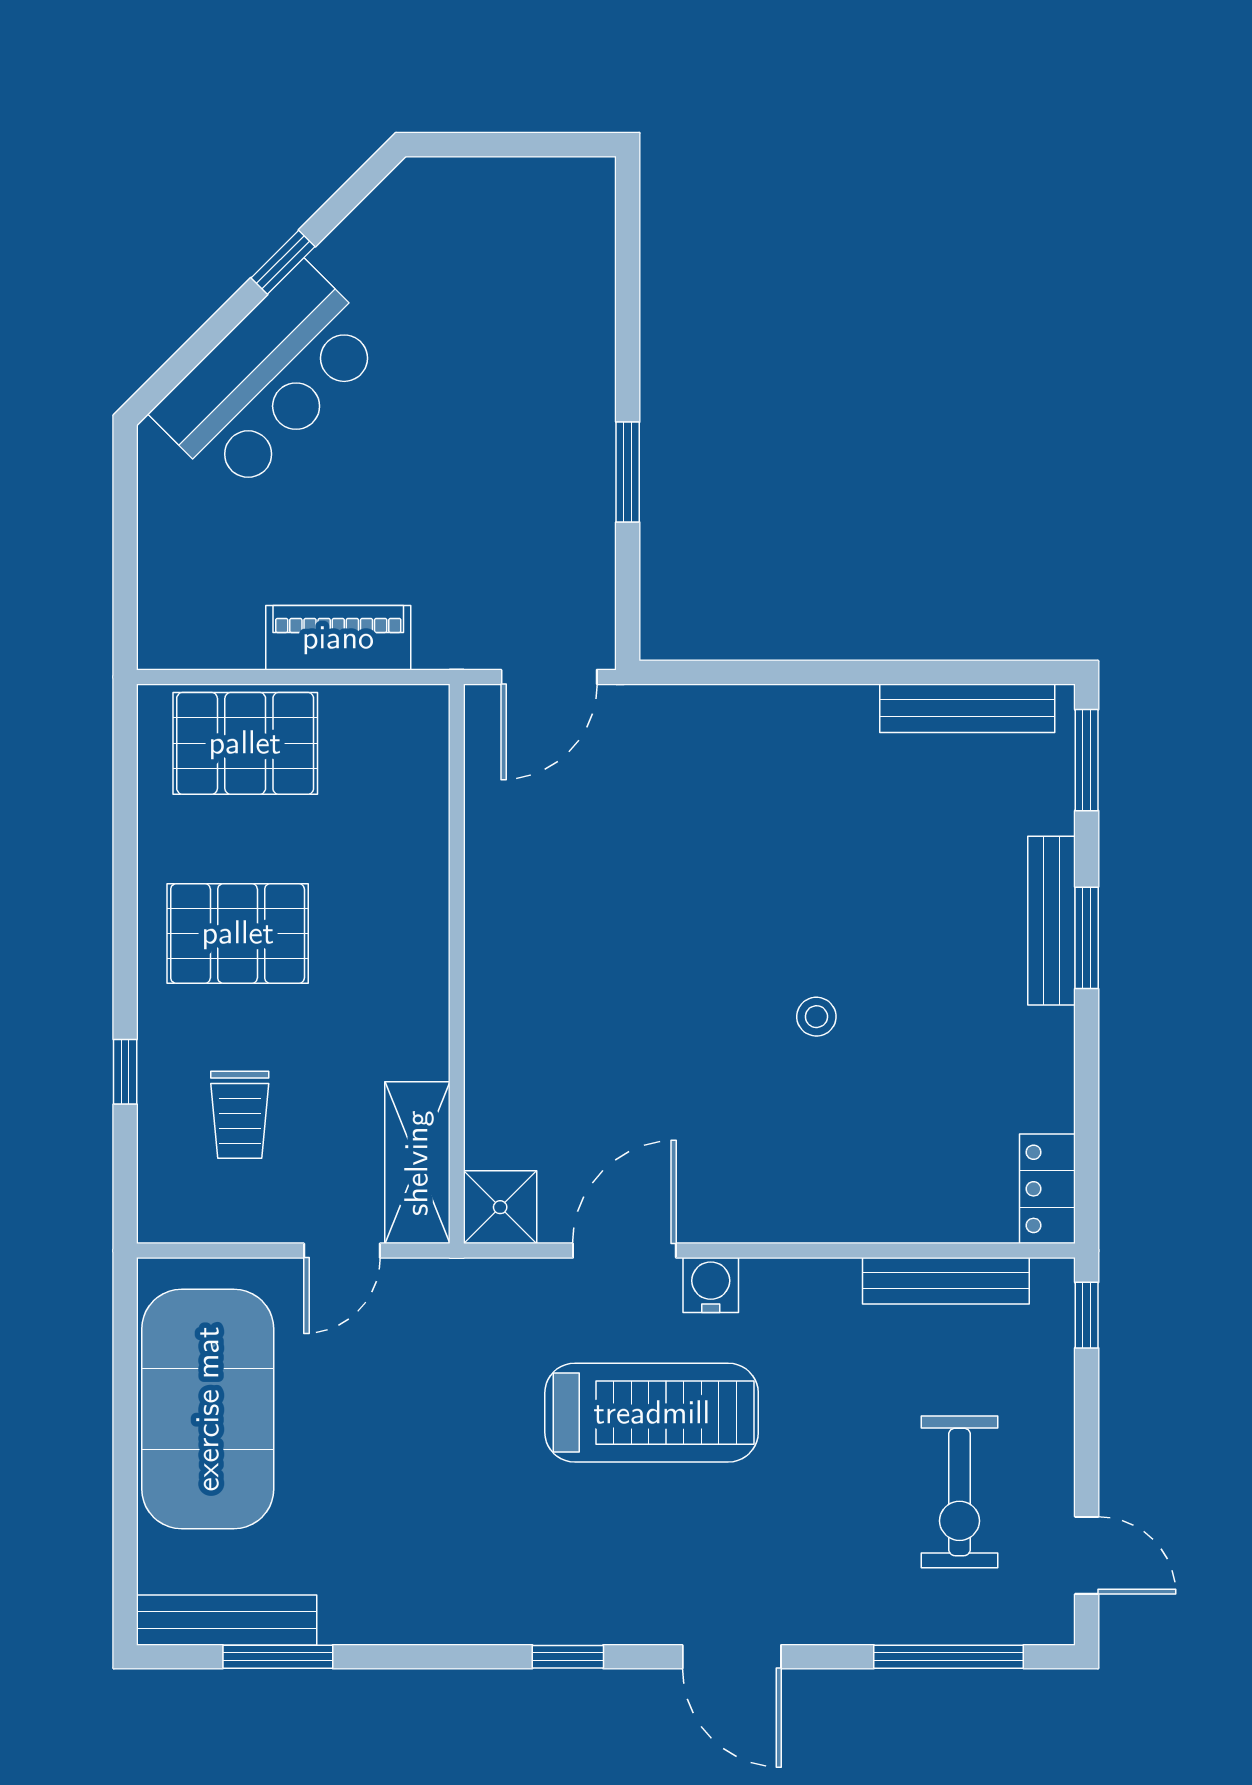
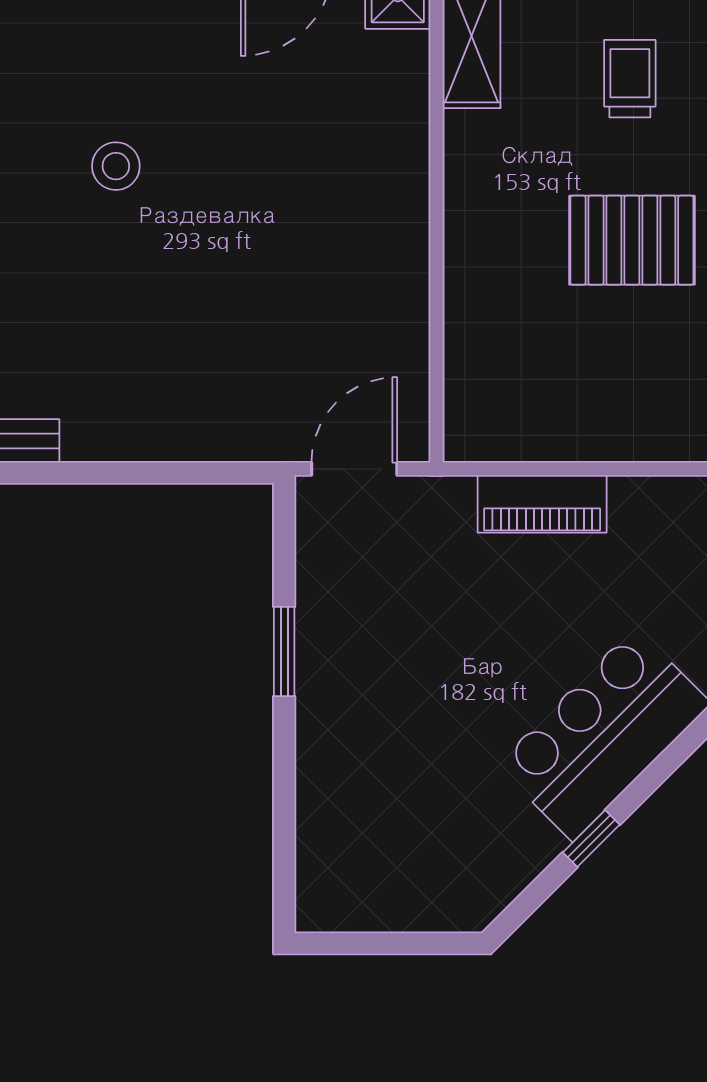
pallet: (245, 743) -> (625, 410), removed
stool: (816, 1017) -> (116, 166), width x1.37, depth x1.37

